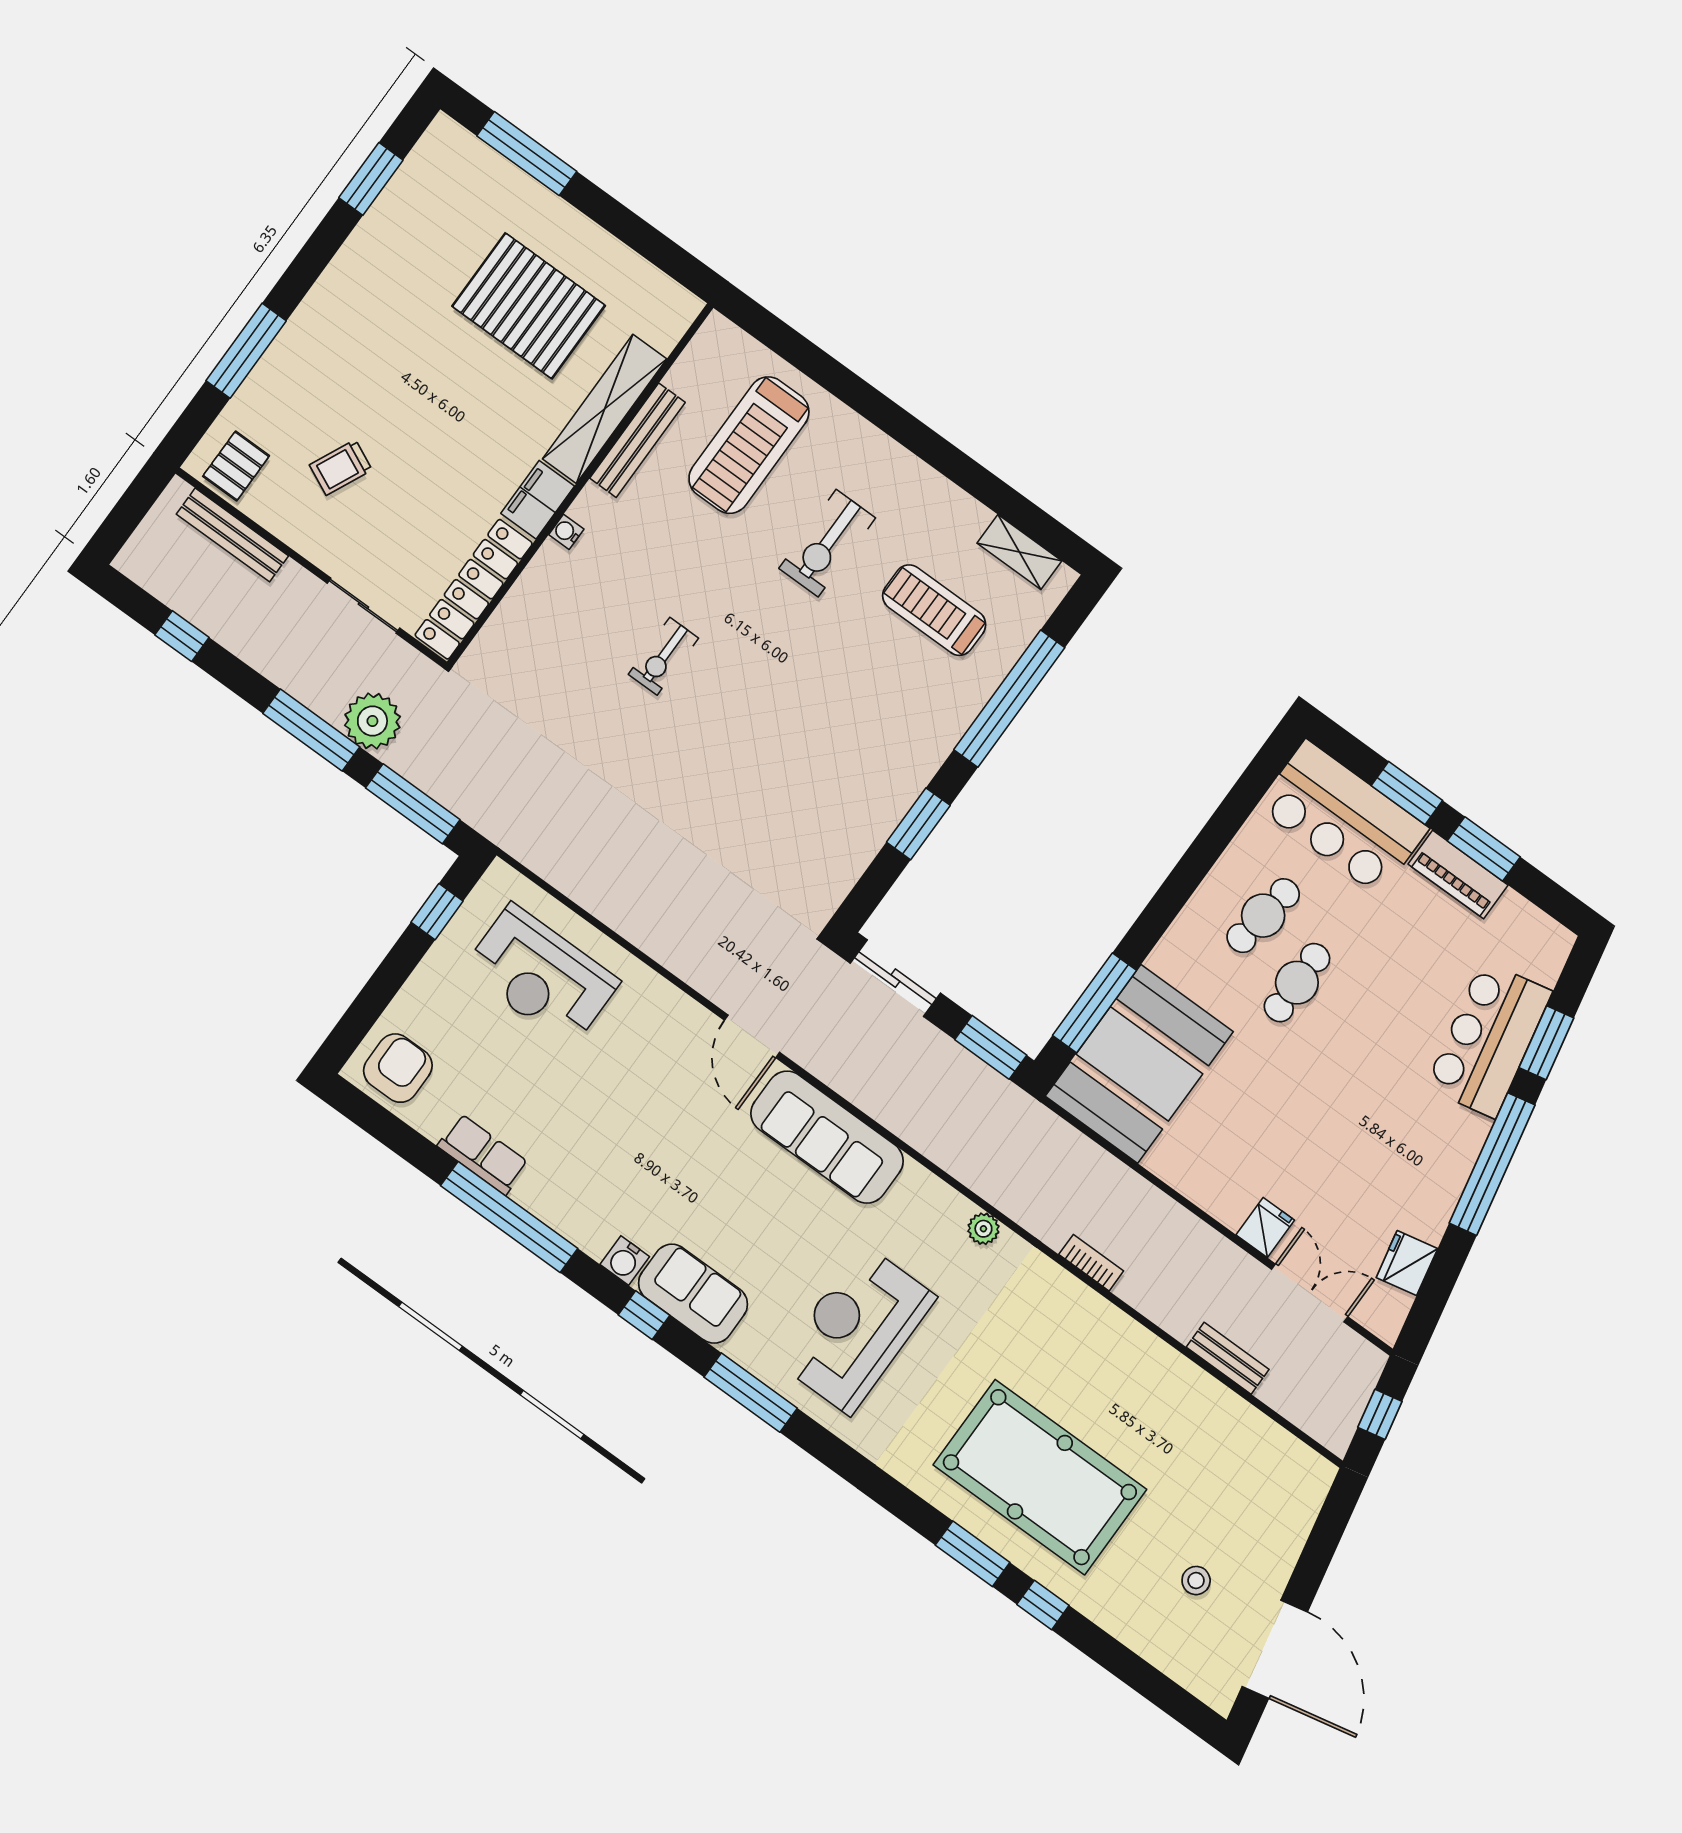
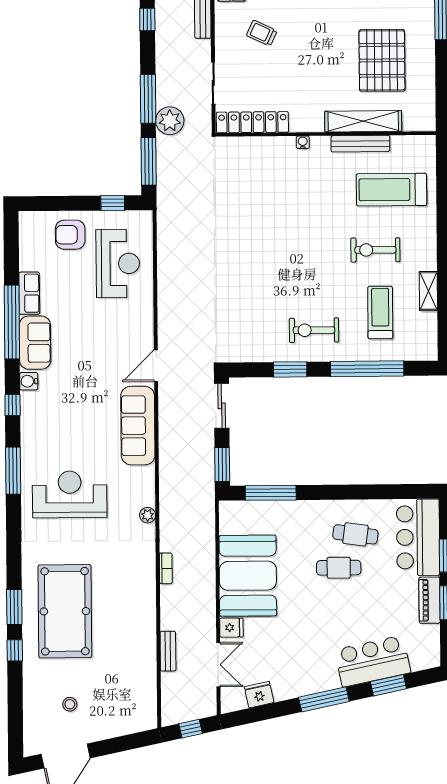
filing cabinet: (538, 500) -> (307, 121), removed
shelving: (1019, 552) -> (428, 291), moved
exercise bike: (663, 656) -> (314, 330), moved, width x1.38, depth x1.39
reception desk: (541, 976) -> (118, 263), turned 180
booth: (1139, 1064) -> (248, 576), moved, turned 90
armchair: (398, 1068) -> (70, 235), moved, turned 180
window: (1492, 1164) -> (324, 699), width x0.68
sofa: (693, 1294) -> (35, 343), moved

